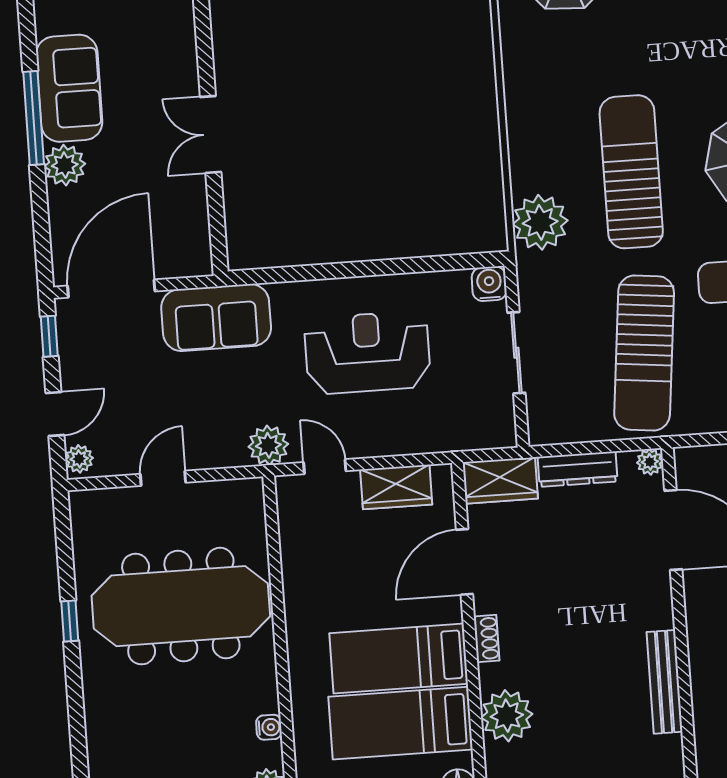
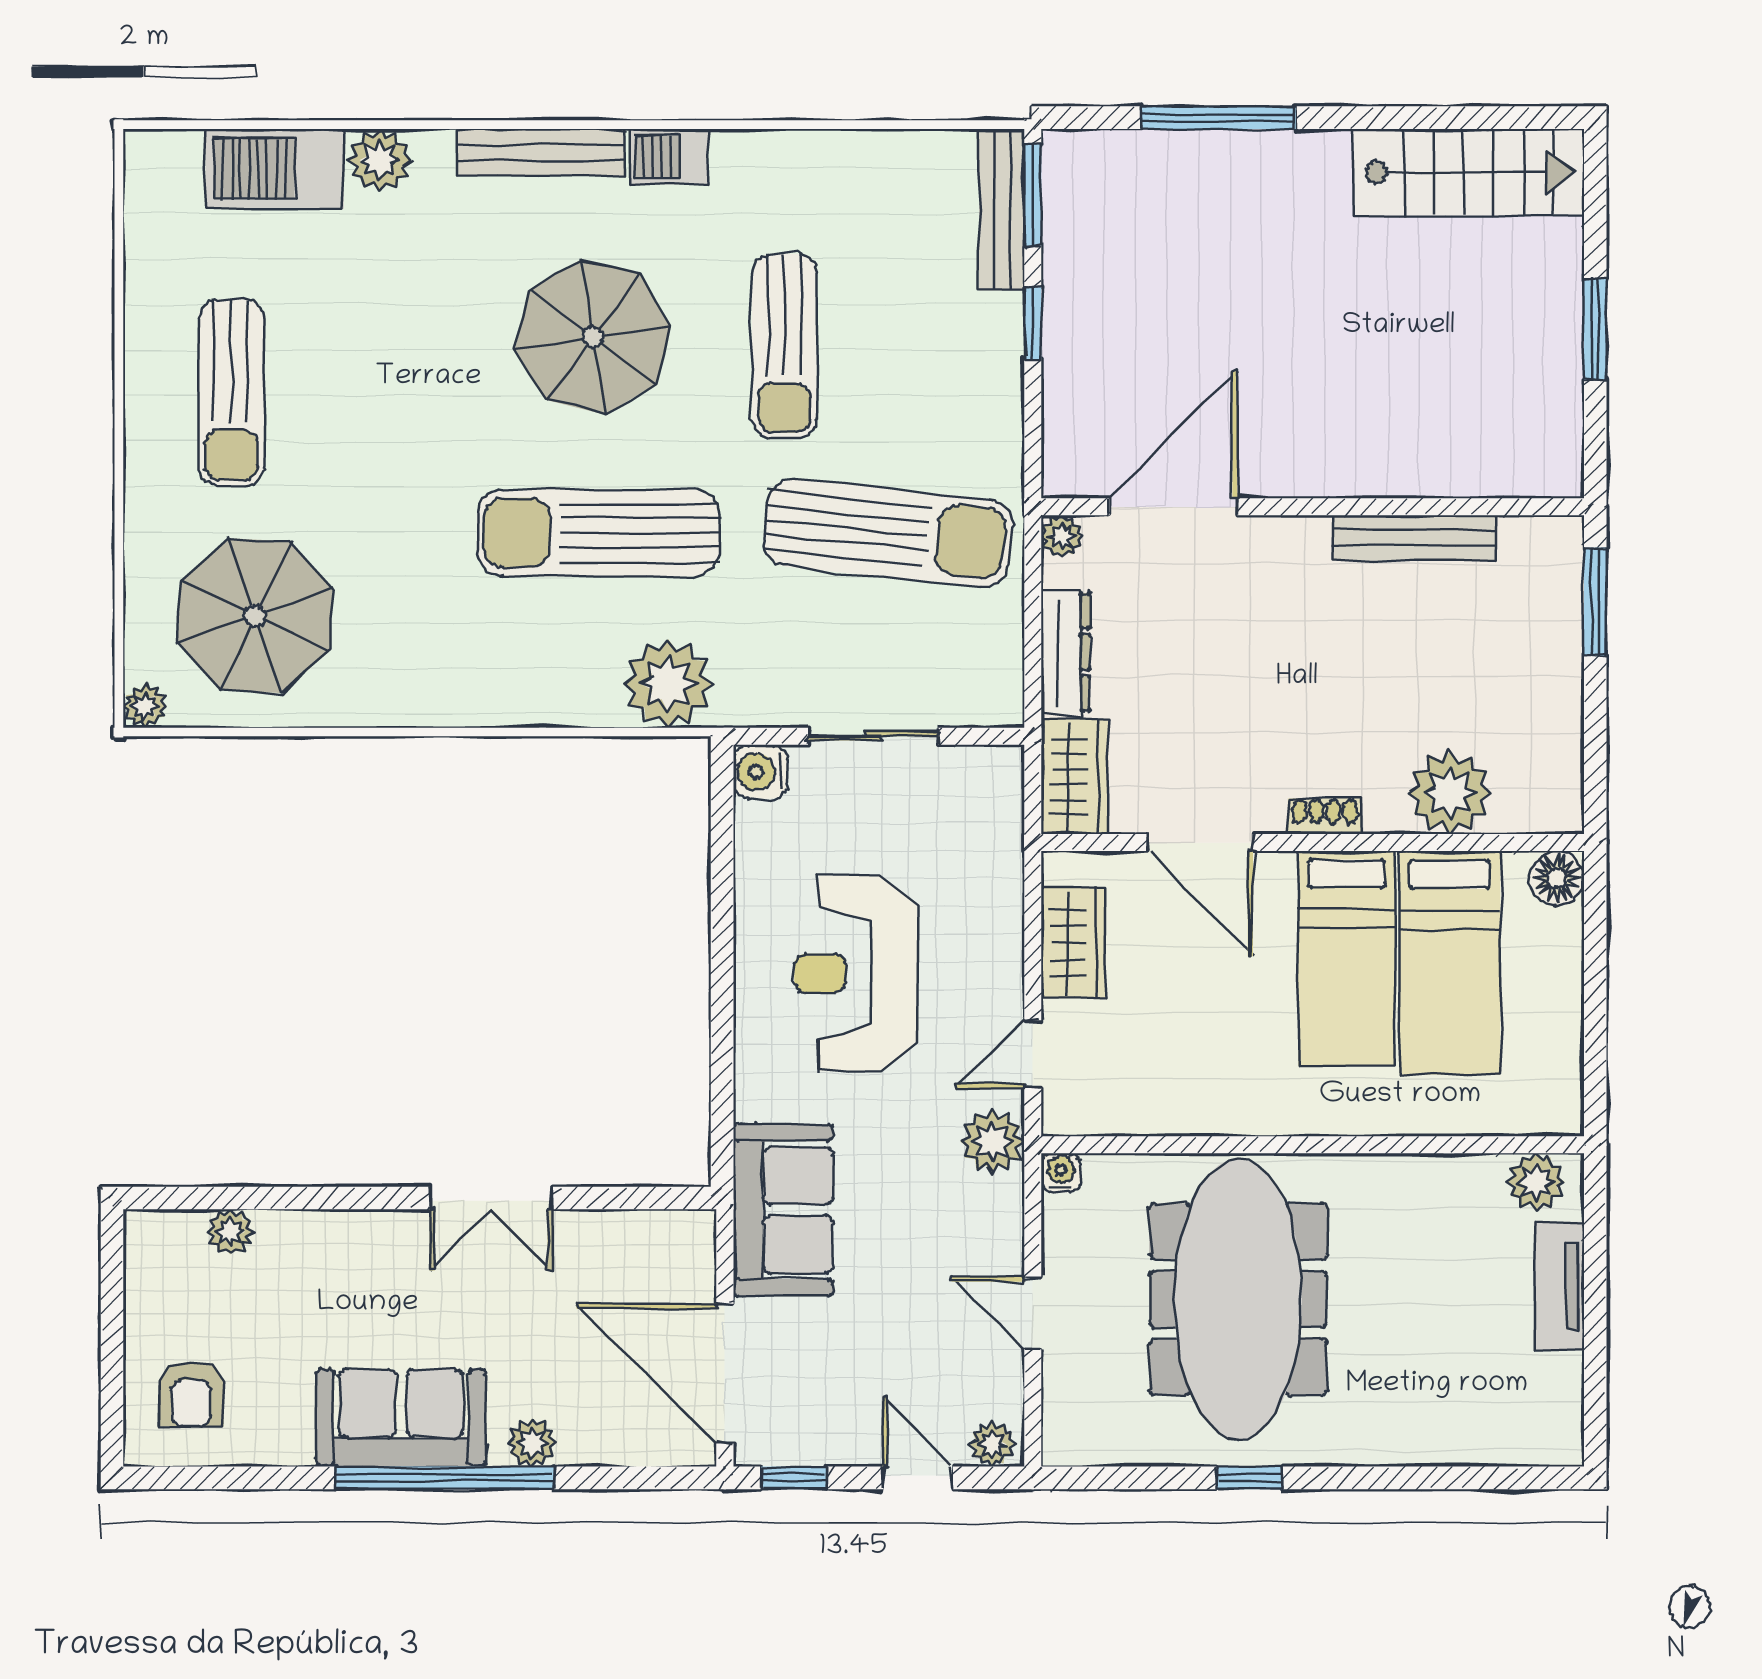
window: (34, 118) -> (444, 1478), width x1.46
plant: (65, 165) -> (532, 1443), width x0.73, depth x0.73
water cooler: (269, 727) -> (1061, 1173), moved

